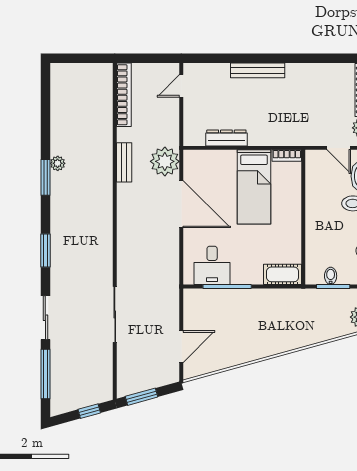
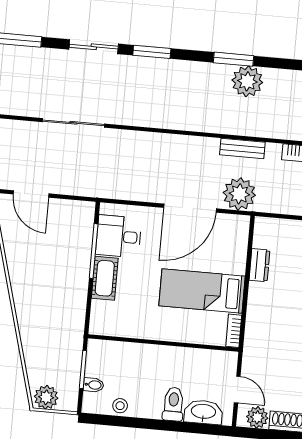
dresser: (226, 138) -> (259, 265), width x0.70
door: (339, 148) -> (237, 390), swing flipped
plant: (58, 163) -> (247, 81), width x1.88, depth x1.88
cot: (283, 274) -> (105, 278), moved
bidet: (331, 276) -> (94, 385), moved
sliding door: (45, 318) -> (94, 47), moved

